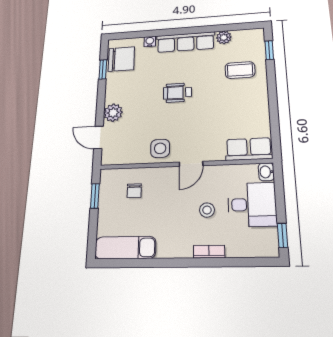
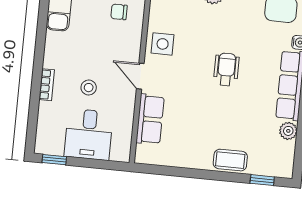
coffee table: (240, 70) -> (230, 160), moved, turned 90
row of seats: (249, 149) -> (150, 119), moved
washbasin: (266, 172) -> (121, 154), removed

